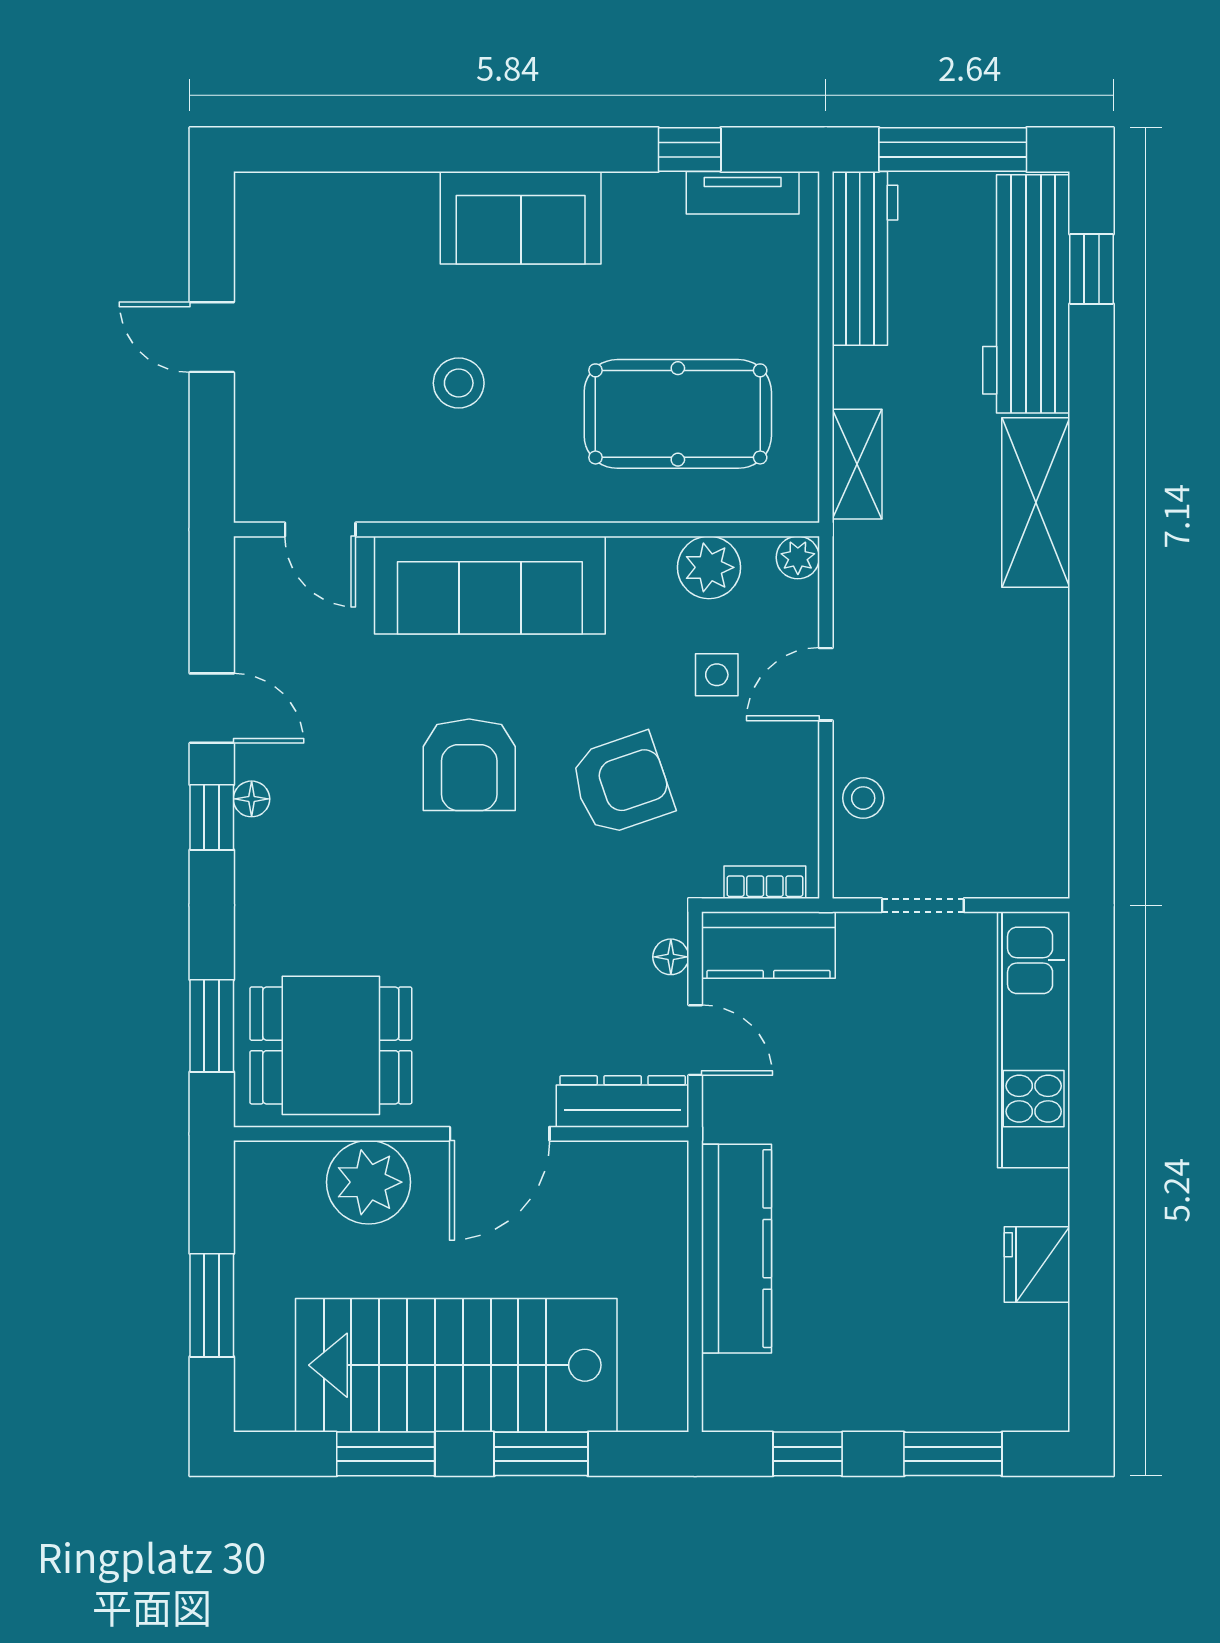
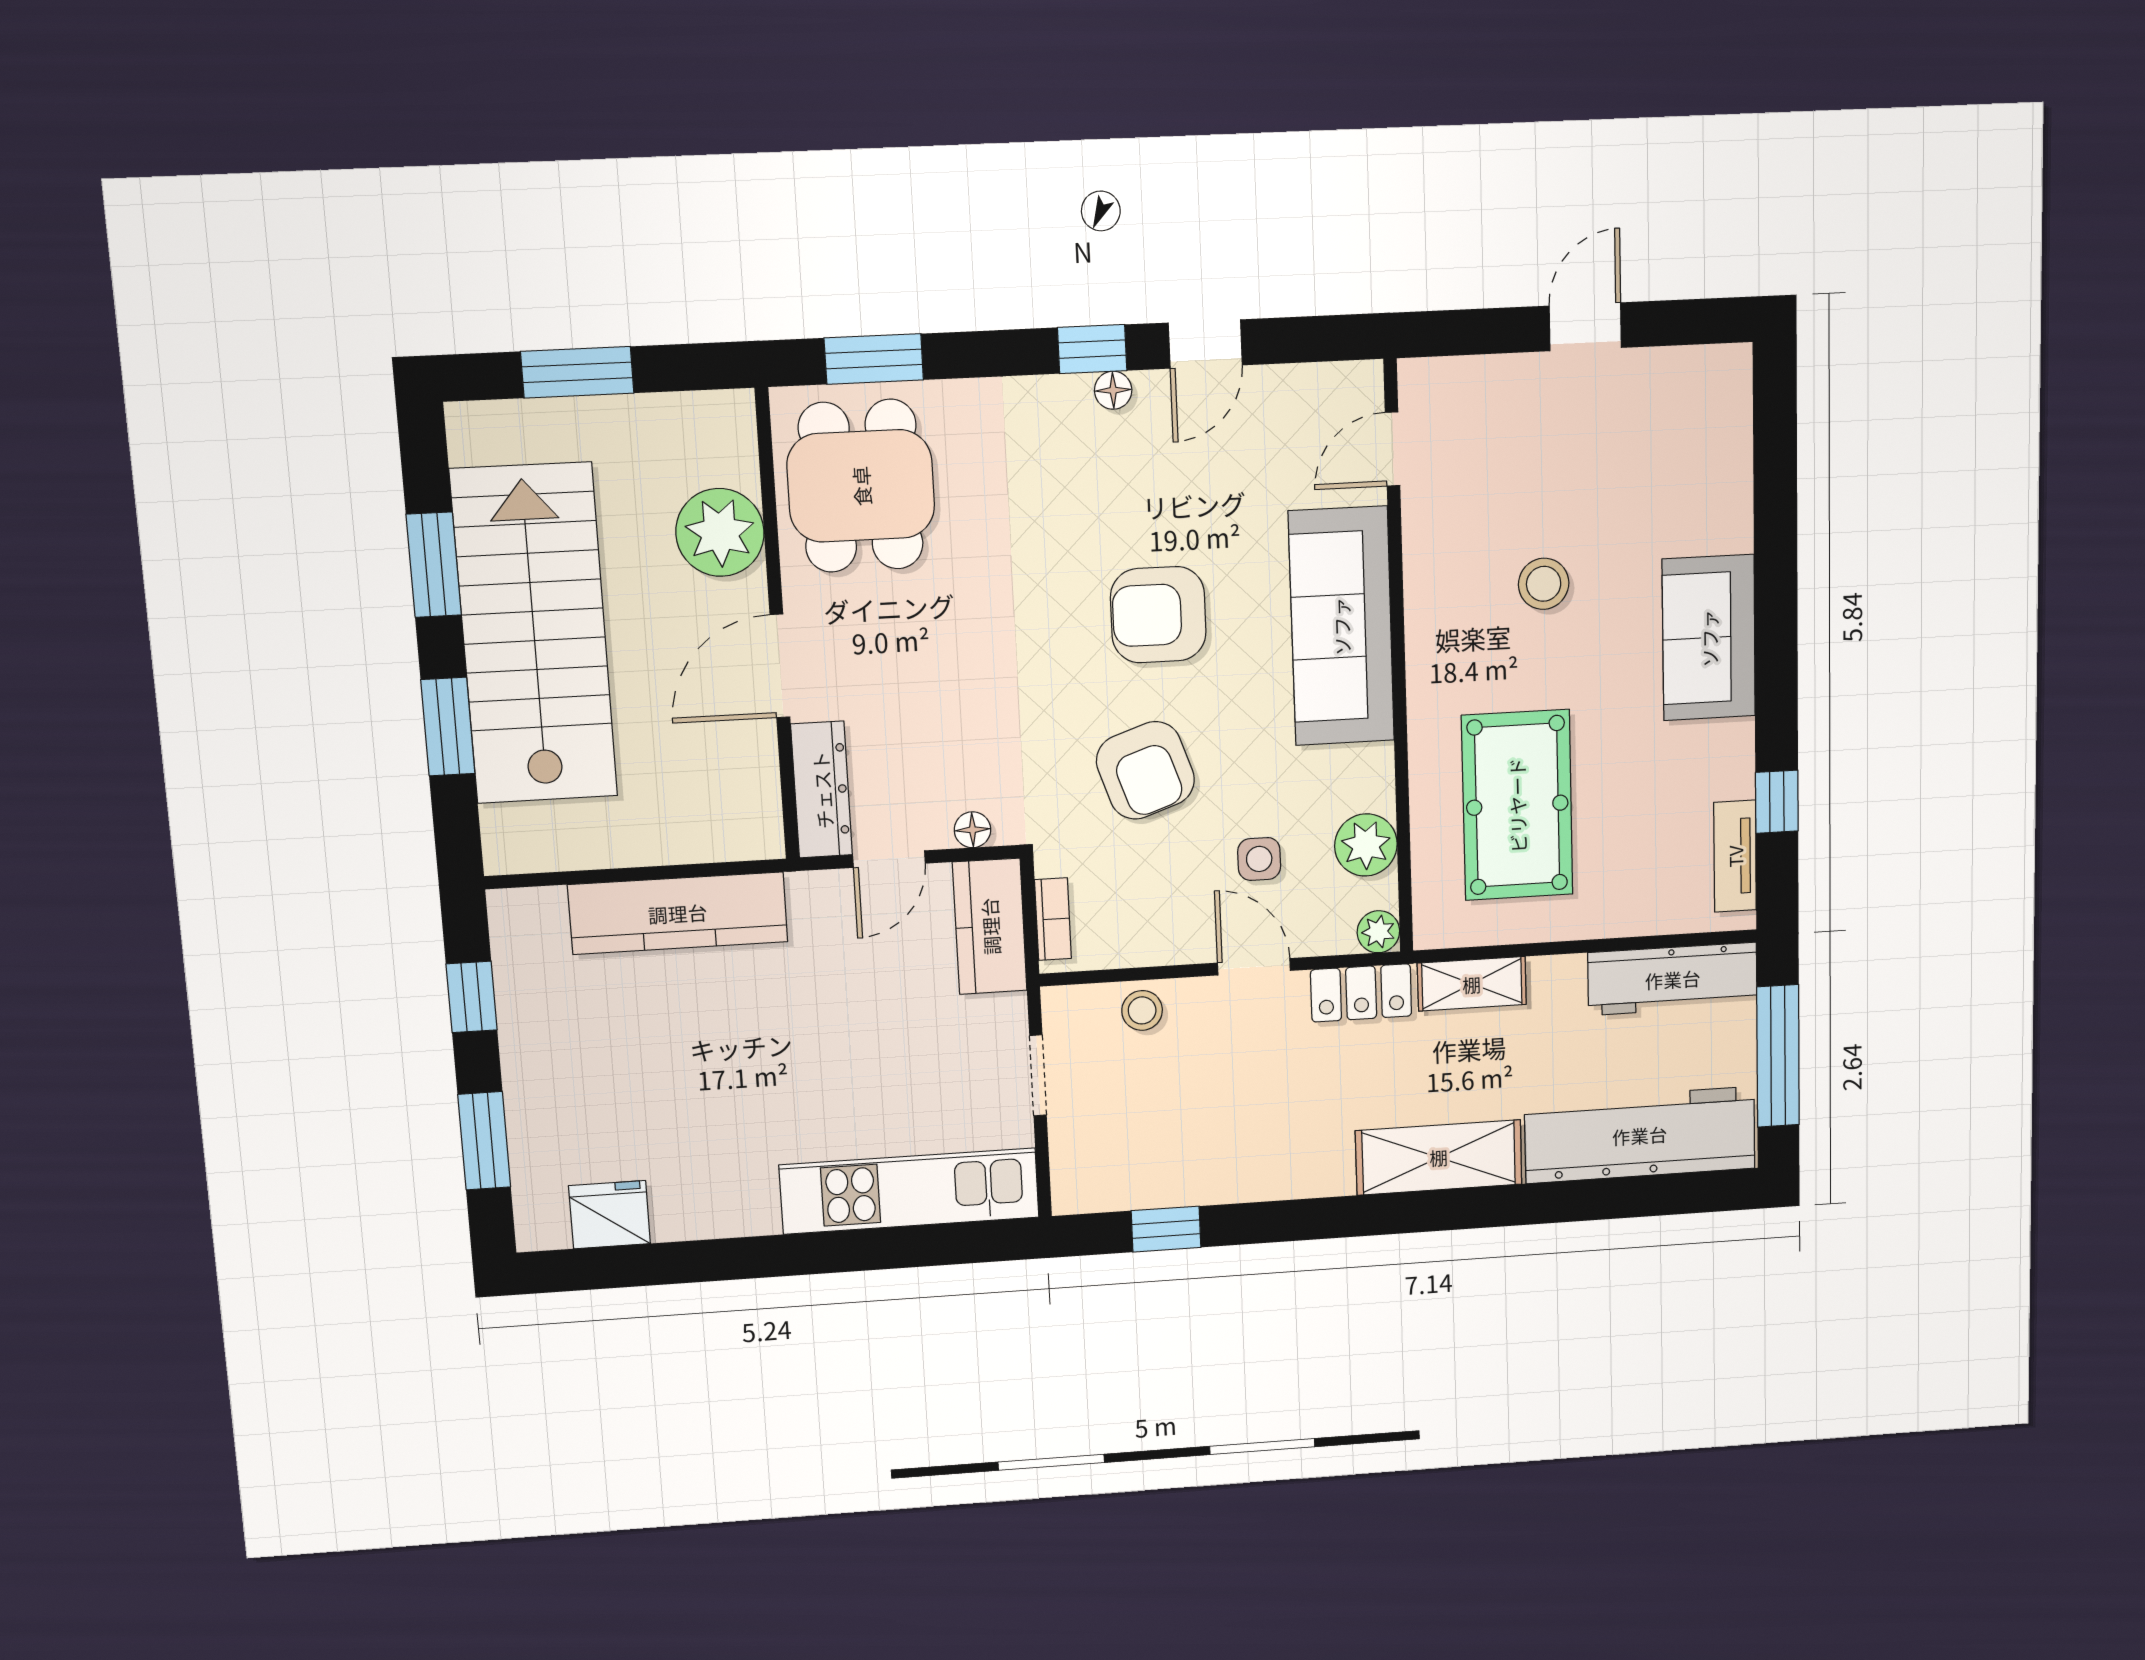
window: (1091, 269) -> (1166, 1229), moved
locker: (859, 577) -> (1361, 993), added
door: (500, 1134) -> (780, 666), hinge flipped
fridge: (1037, 1265) -> (610, 1215), moved

